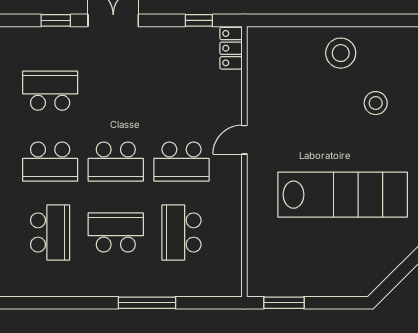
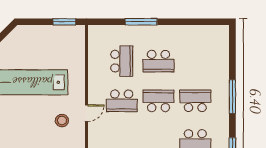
stool: (376, 103) -> (62, 120), moved
school desk: (181, 162) -> (122, 101), turned 180
school desk: (50, 232) -> (195, 61), removed

